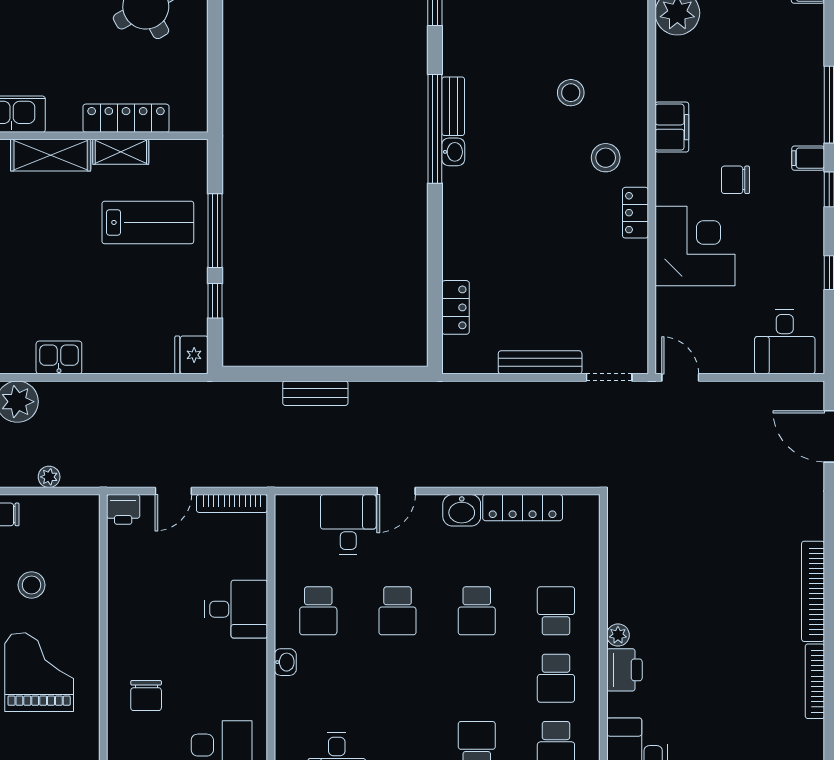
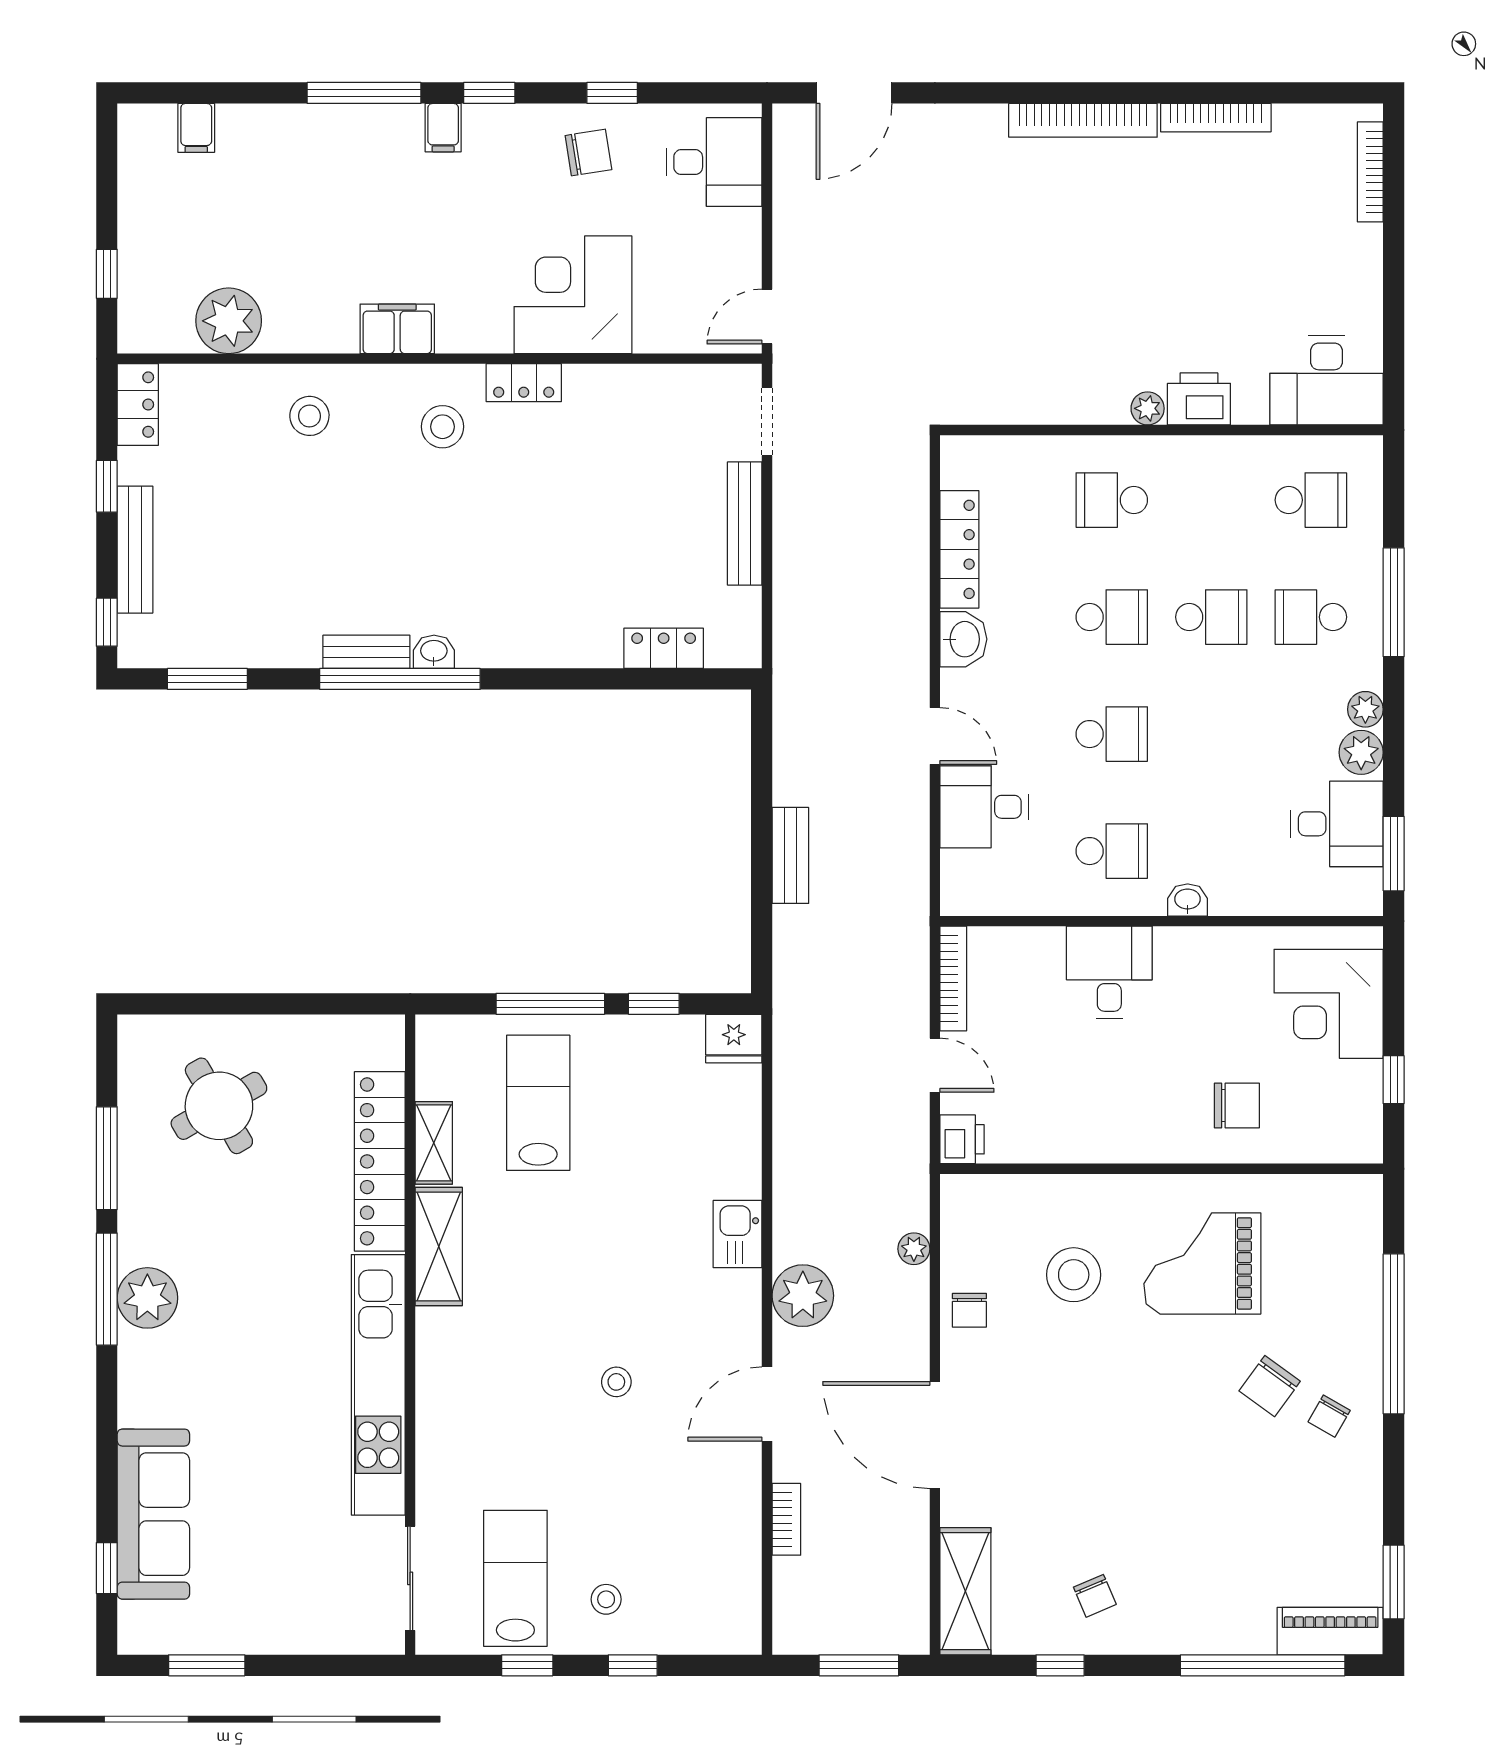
stool: (571, 93) -> (309, 416), moved
locker: (126, 118) -> (380, 1161), width x1.41, depth x1.21
chair: (735, 180) -> (588, 153), moved, turned -99
stool: (31, 585) -> (1074, 1275), width x1.38, depth x1.38
school desk: (556, 678) -> (1211, 617), moved

